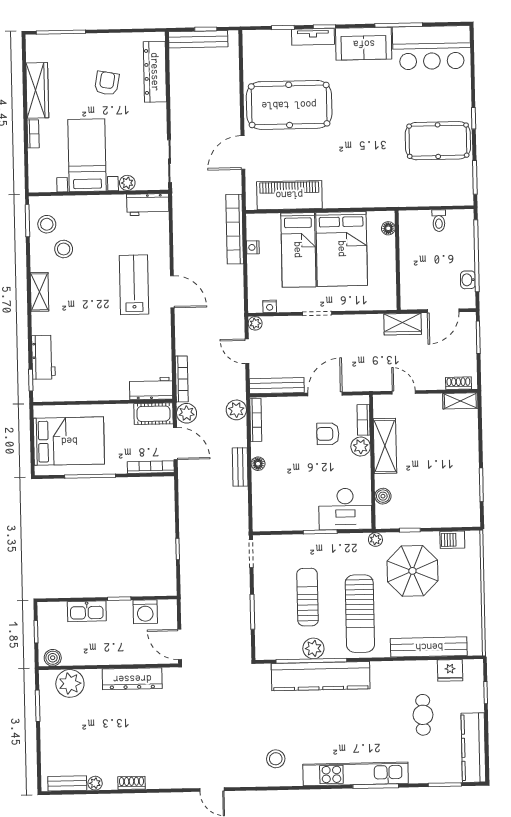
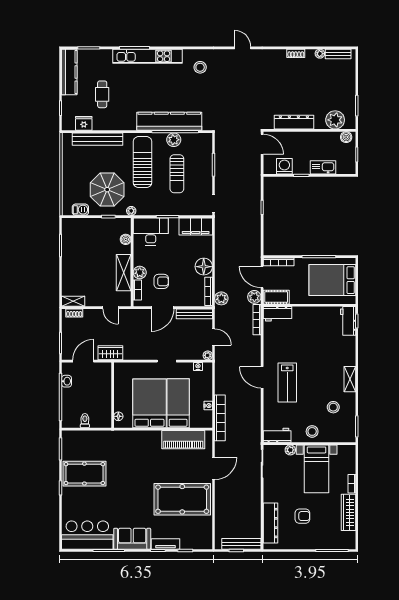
armchair: (107, 83) -> (302, 516), turned -100
stool: (47, 224) -> (312, 431), moved
workbench: (43, 357) -> (348, 321), moved
floor lamp: (258, 464) -> (204, 267), width x1.89, depth x1.89
bench: (240, 467) -> (220, 261), removed
filing cabinet: (277, 518) -> (196, 226), added

